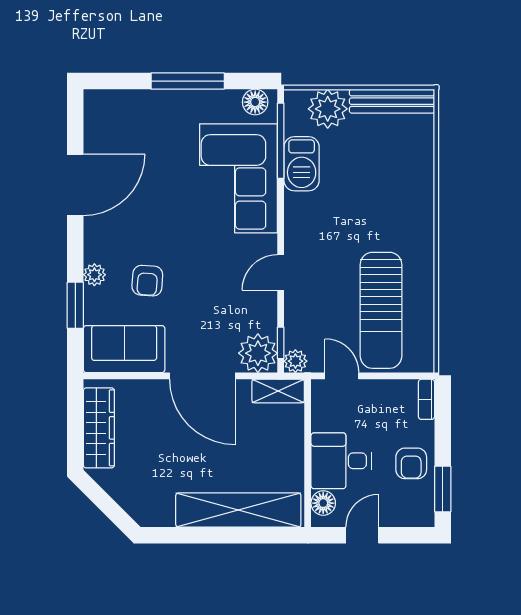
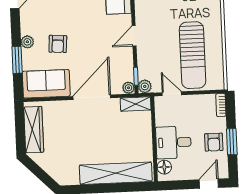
plant: (258, 353) -> (128, 88), width x0.53, depth x0.53
door: (202, 376) -> (92, 97), swing flipped
window: (443, 489) -> (232, 142), moved
door: (362, 535) -> (209, 184), moved

